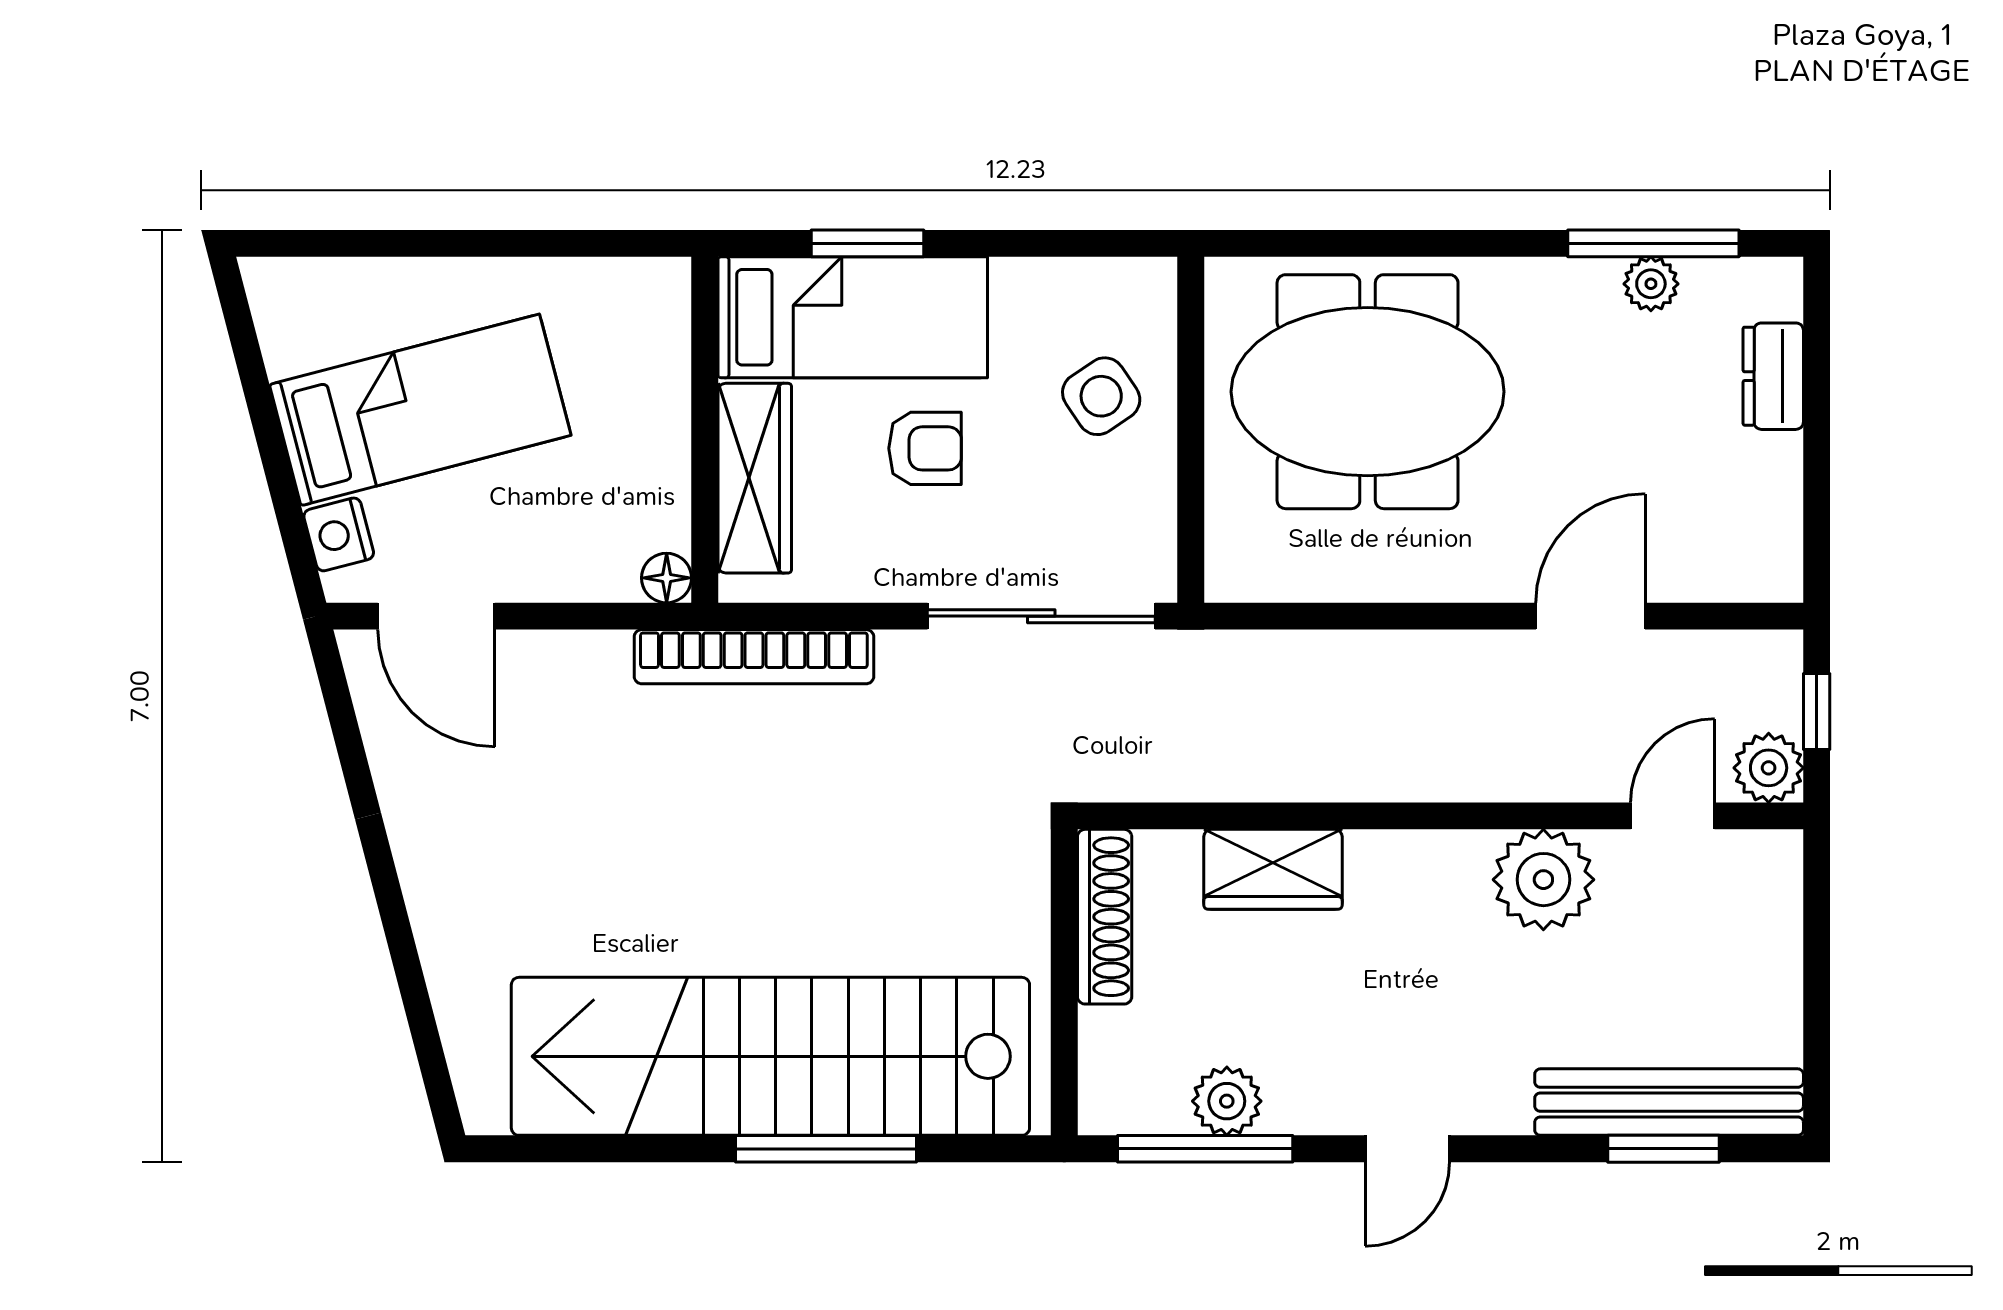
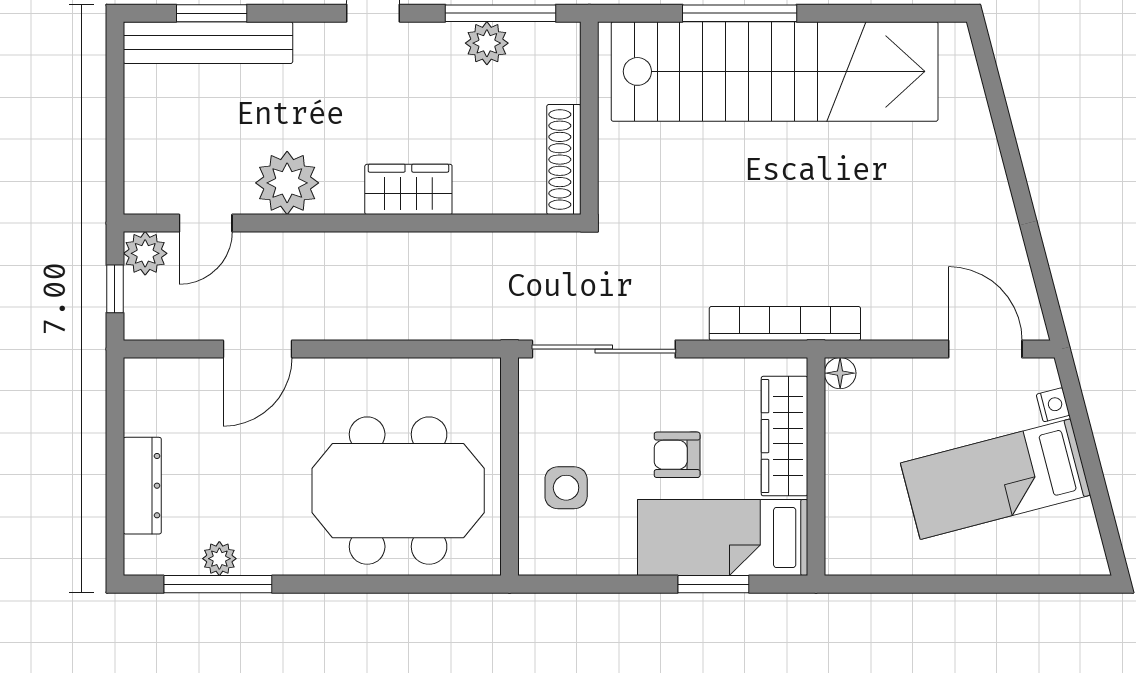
dresser: (1773, 376) -> (142, 486), width x1.44
side table: (1101, 396) -> (566, 488), turned 34
nightstand: (339, 534) -> (1053, 405), width x0.72, depth x0.74
wardrobe: (1273, 869) -> (408, 189), moved

